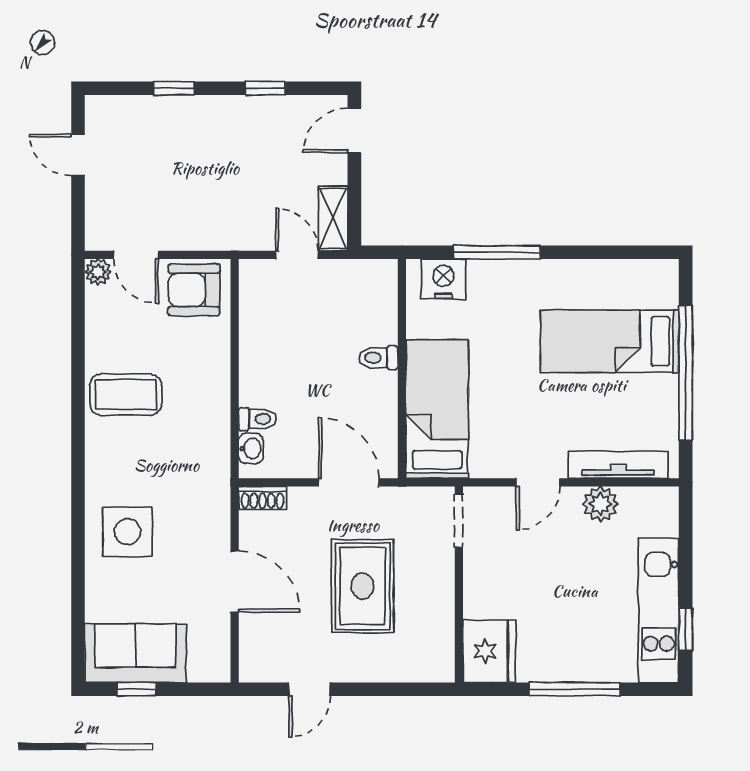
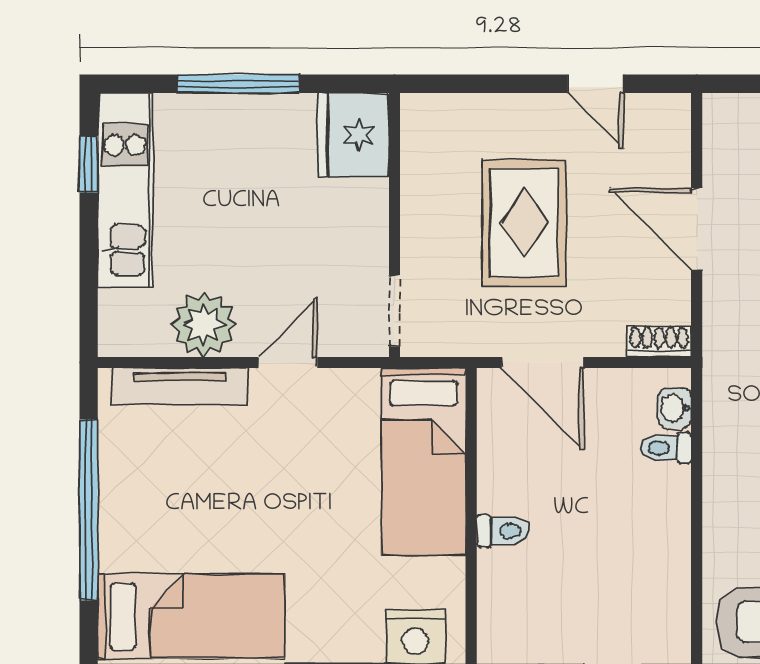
bed: (610, 341) -> (191, 616), moved
plant: (600, 504) -> (204, 324), width x1.36, depth x1.36
door: (310, 689) -> (596, 84), swing flipped

